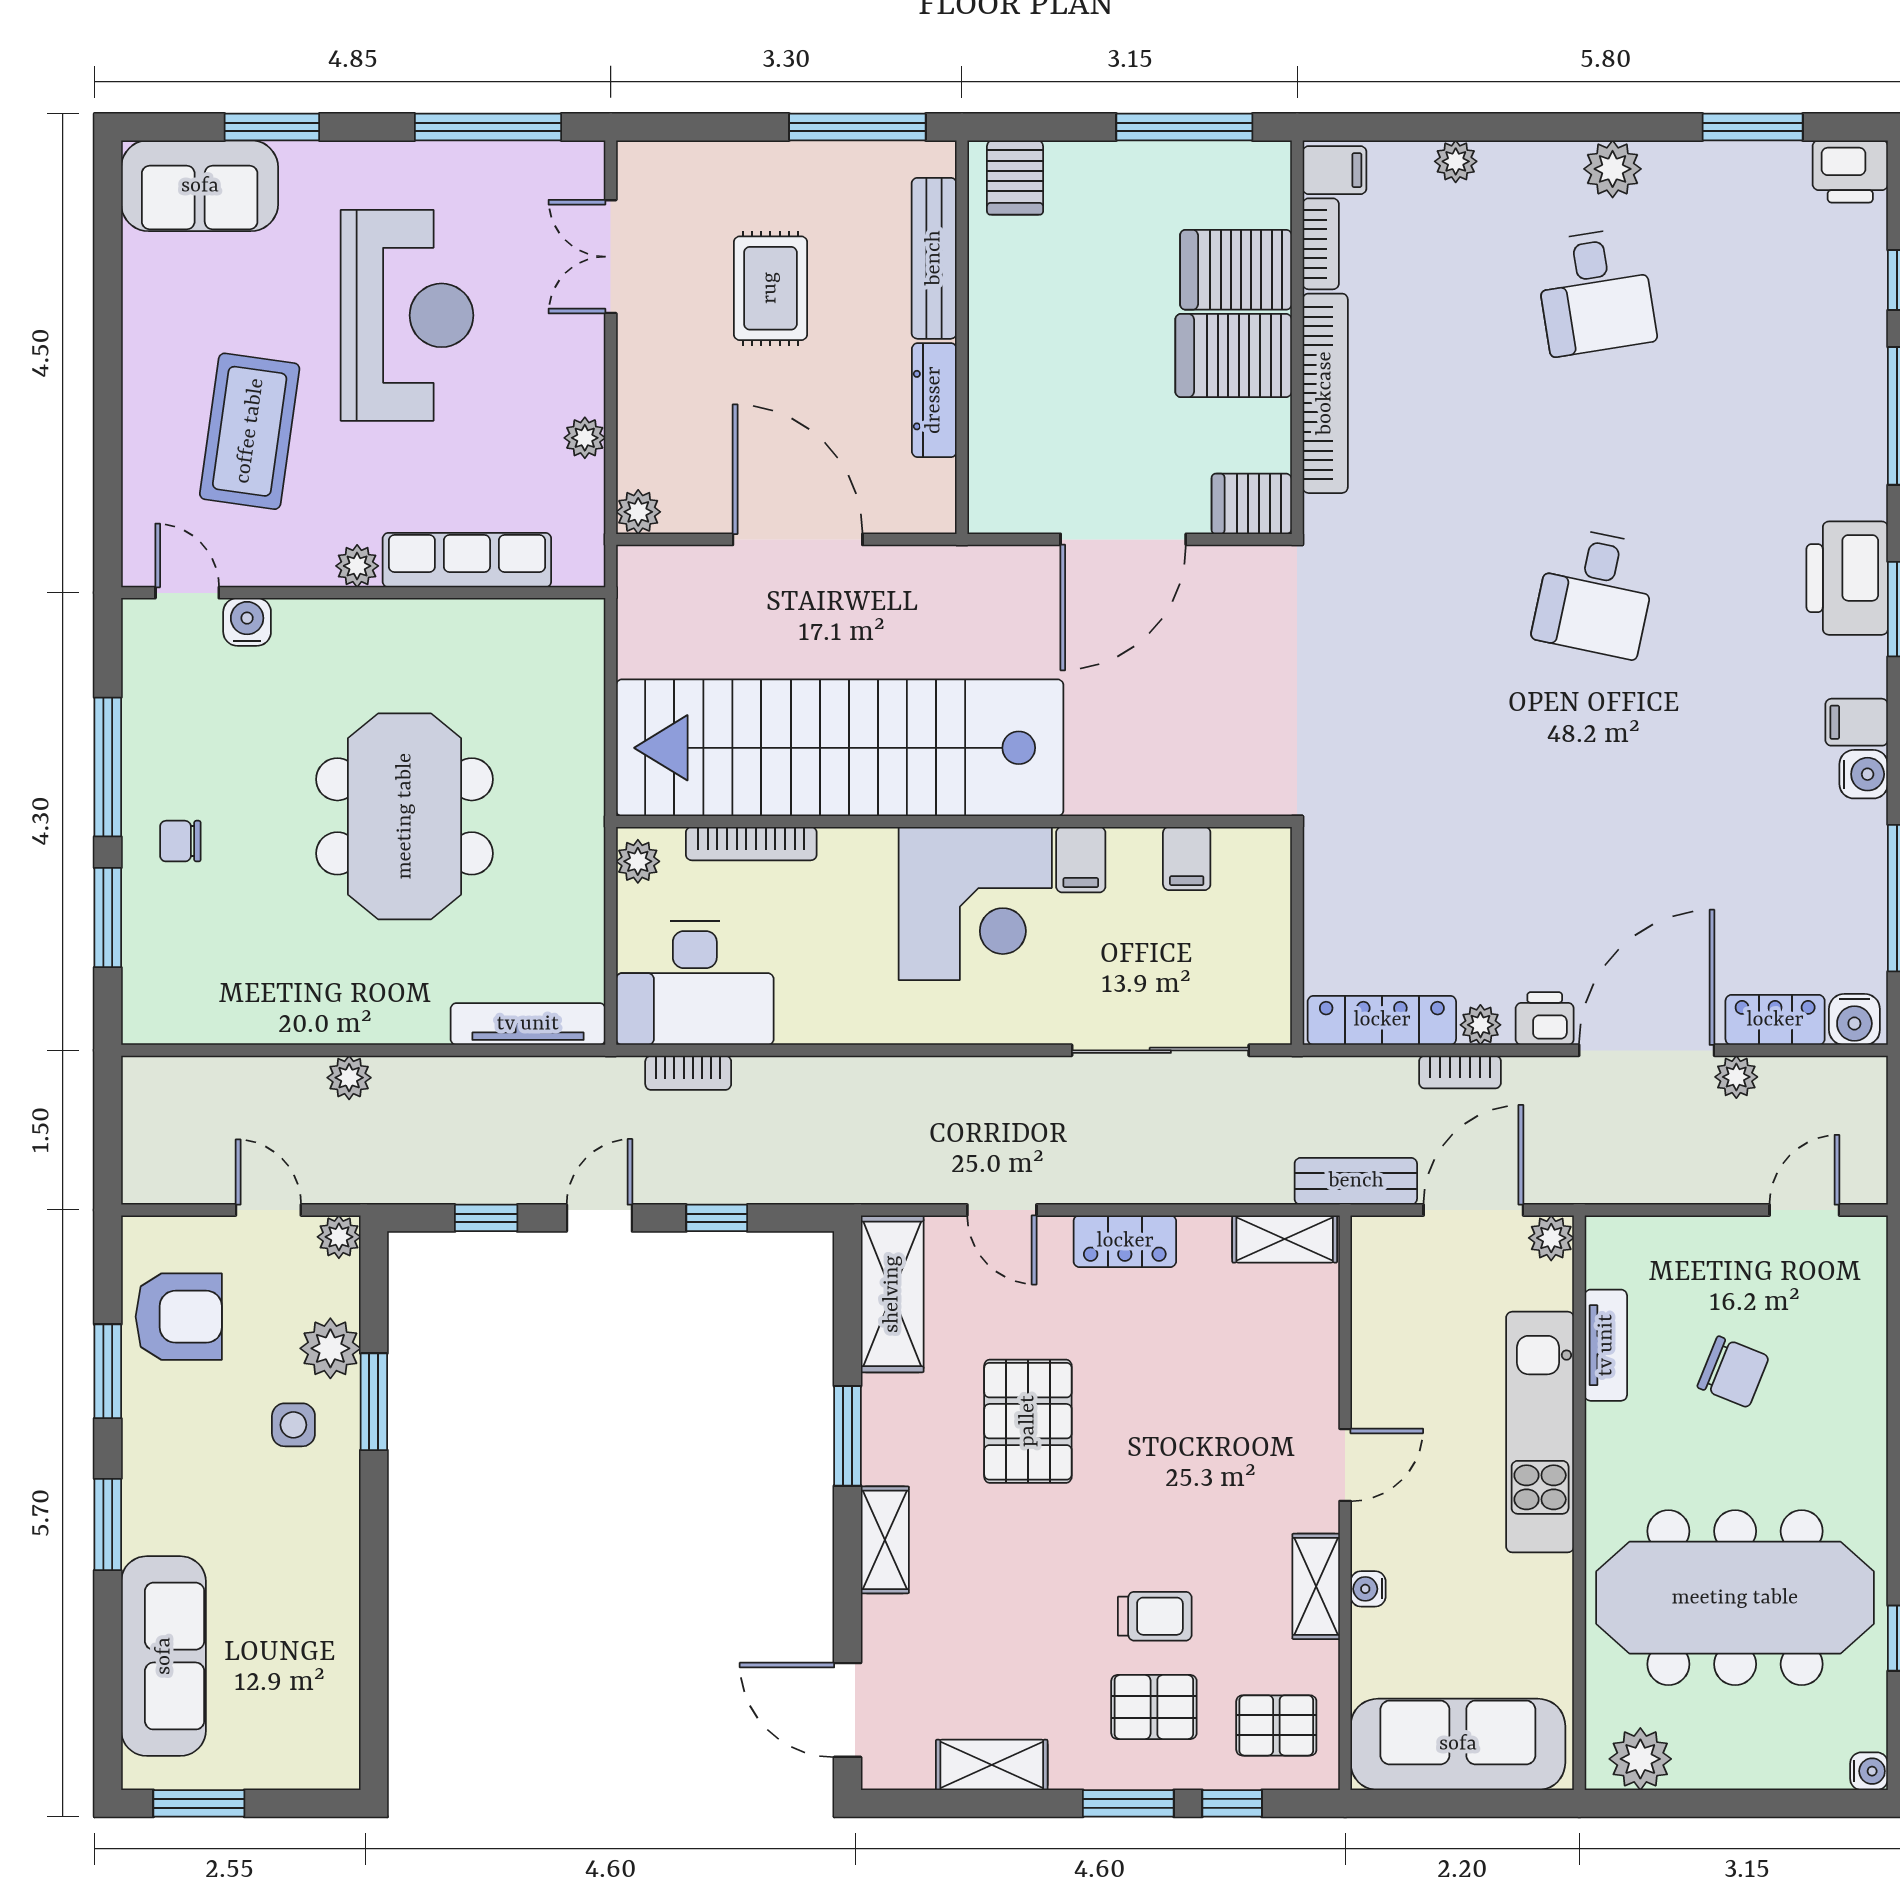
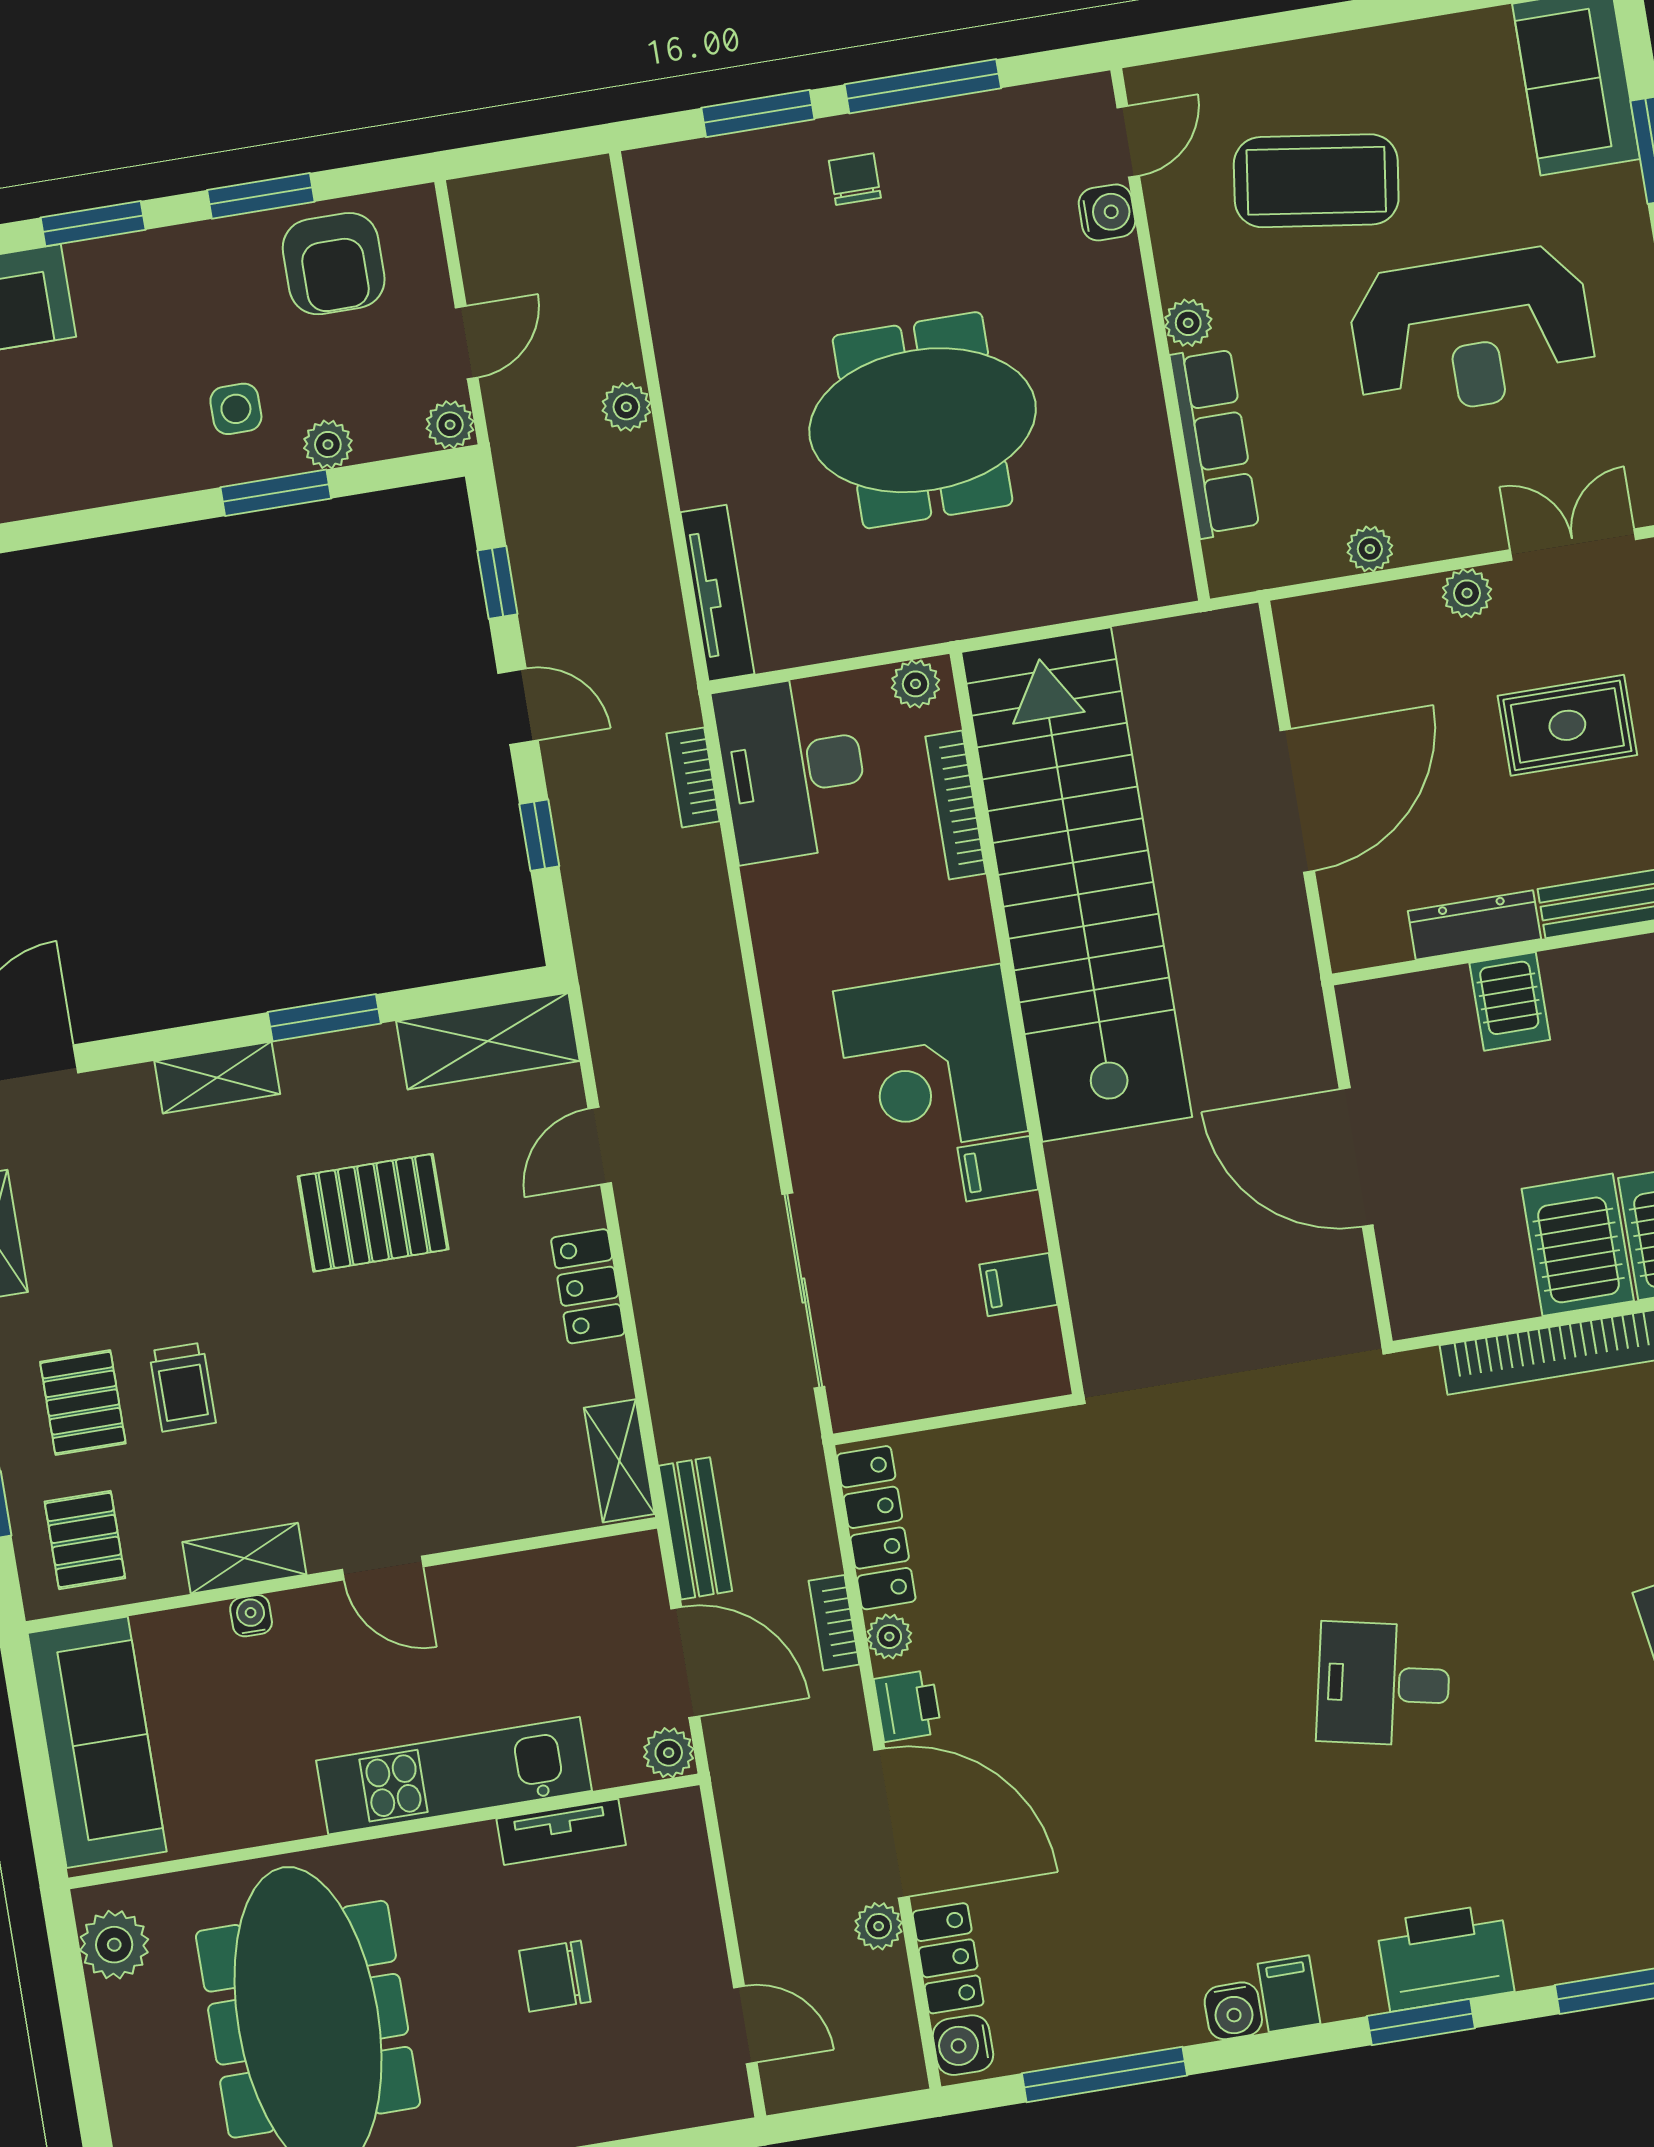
server rack: (1252, 504) -> (1510, 1001), moved, turned 180
plant: (638, 512) -> (1467, 593), moved
plant: (330, 1348) -> (328, 444), width x0.73, depth x0.73
chair: (1733, 1372) -> (555, 1976), turned 68

